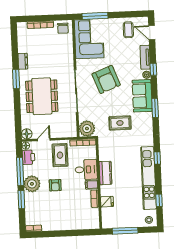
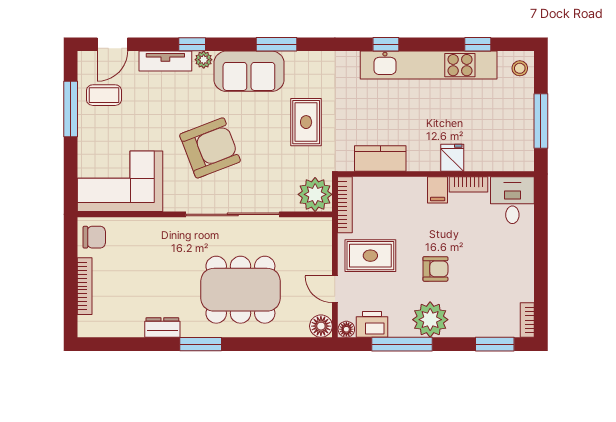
window: (95, 16) -> (71, 109), moved
desk: (86, 170) -> (512, 200), moved
kitchen counter: (105, 173) -> (380, 158), moved
window: (21, 200) -> (495, 344), moved
fridge: (107, 202) -> (452, 158), moved

